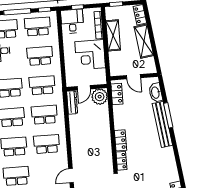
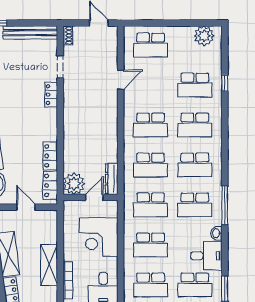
corner desk: (90, 55) -> (99, 237), moved, turned 180
locker: (120, 140) -> (50, 156), moved

